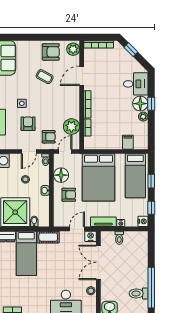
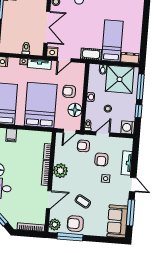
window: (55, 37) -> (70, 237), added
plant: (71, 127) -> (60, 171), moved

